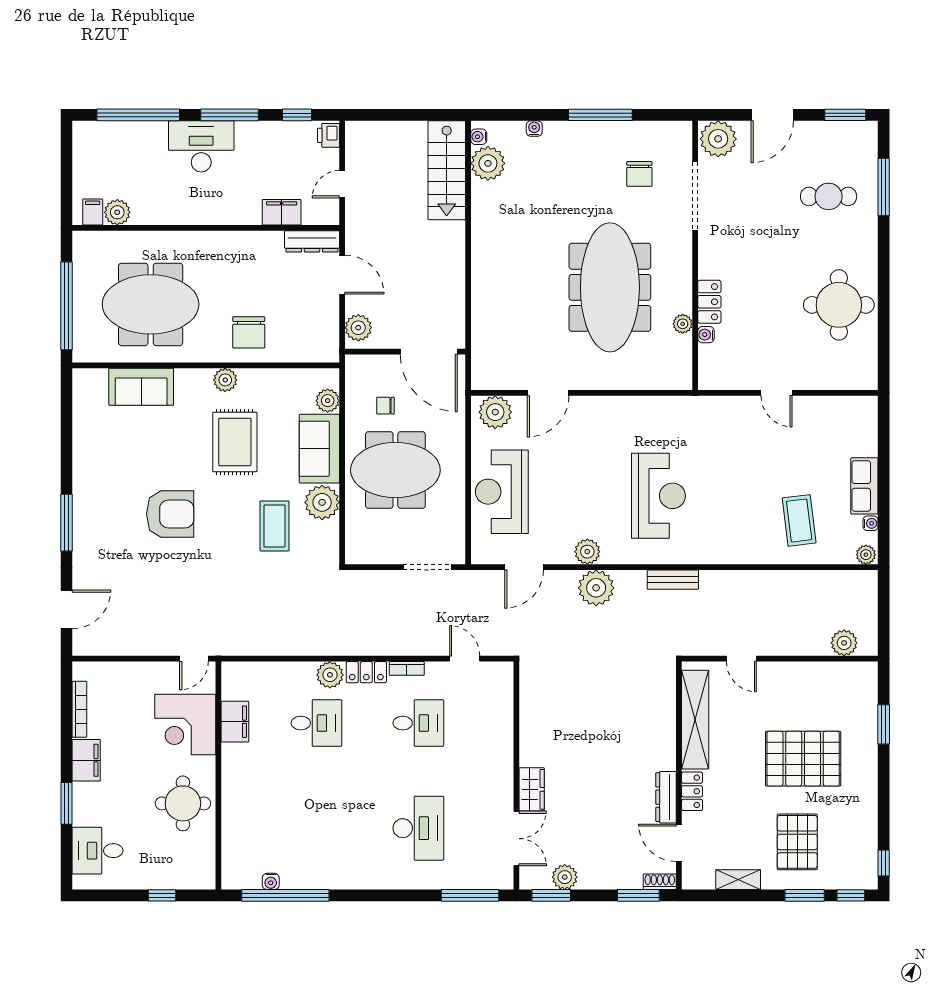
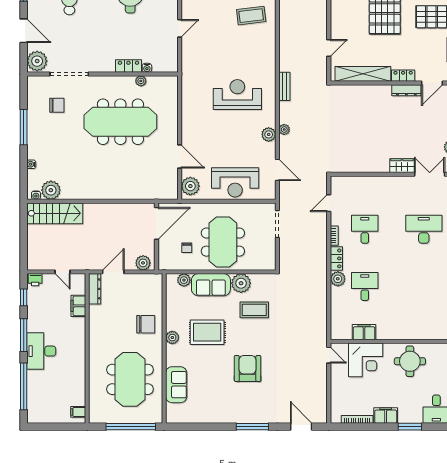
plant: (117, 212) -> (78, 398), removed
plant: (596, 588) -> (284, 129), width x0.53, depth x0.53

